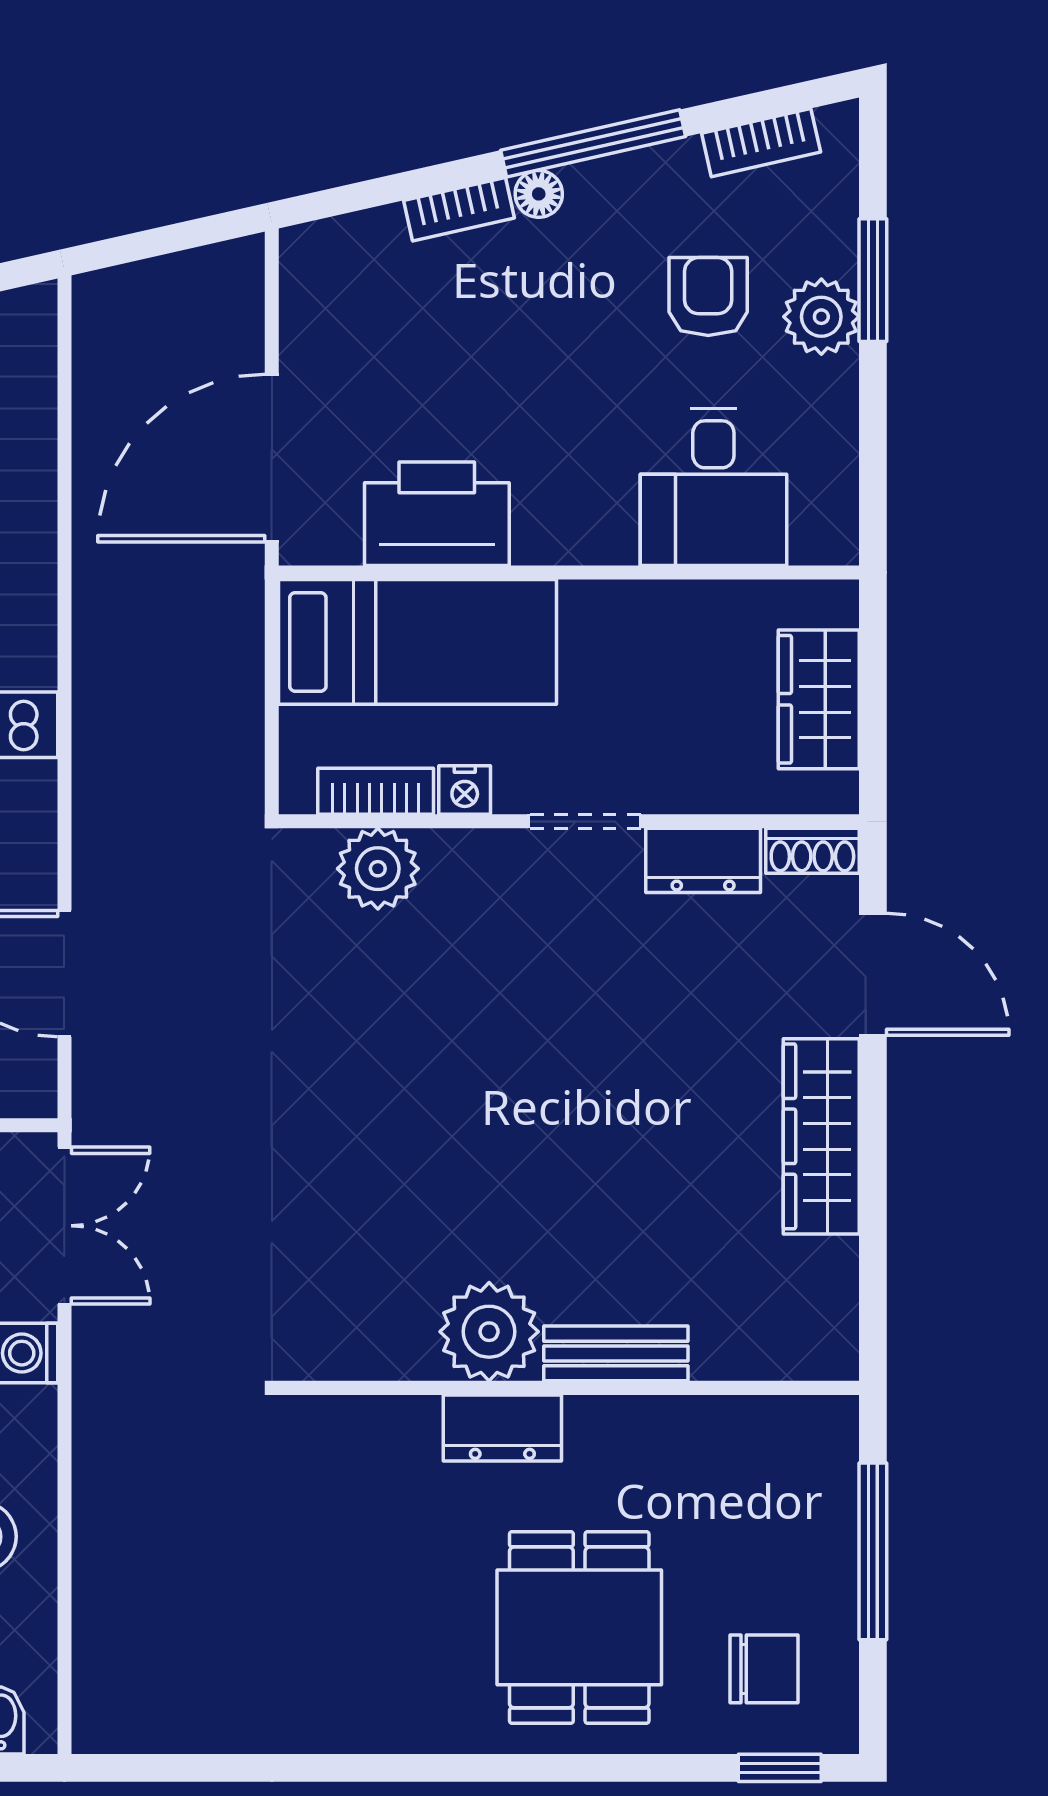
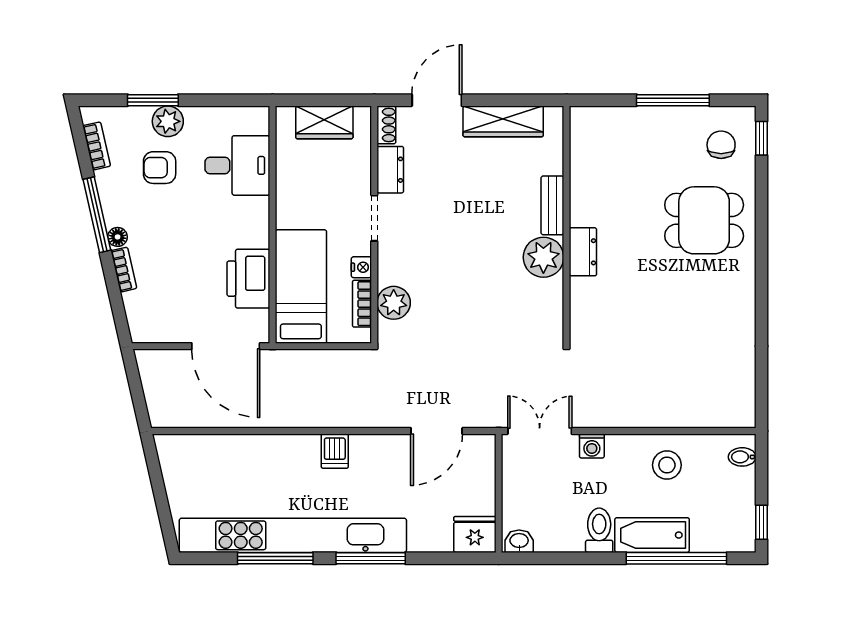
plant: (489, 1332) -> (543, 257), moved
bench: (616, 1353) -> (552, 205), moved
wall: (569, 1388) -> (566, 225), moved
dresser: (502, 1428) -> (583, 252), moved

